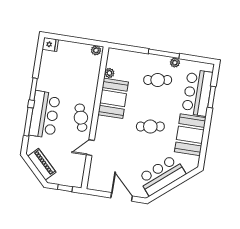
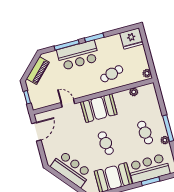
fridge: (50, 44) -> (132, 38), width x1.88, depth x1.34
booth: (113, 98) -> (99, 108), moved
cafe table: (81, 118) -> (112, 74), moved
door: (122, 197) -> (36, 132), moved

